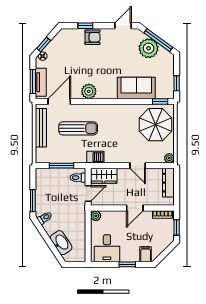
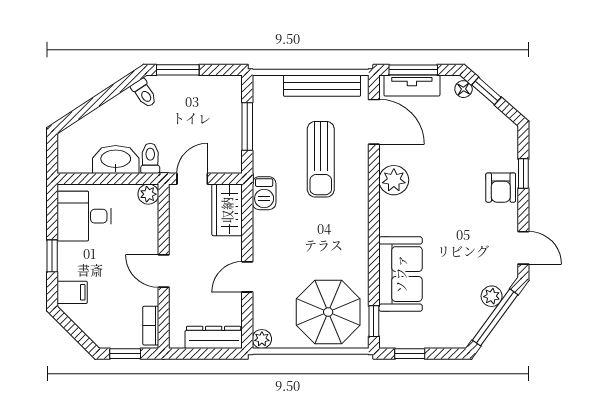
plant: (149, 48) -> (492, 296), width x0.53, depth x0.53
toilet: (78, 178) -> (150, 158), moved
door: (88, 193) -> (192, 179), swing flipped
washbasin: (61, 243) -> (116, 160), moved, turned -147

